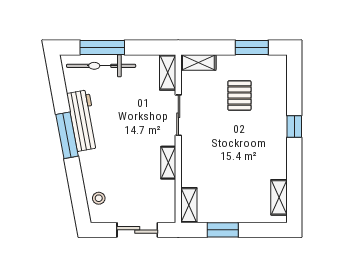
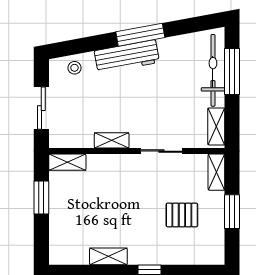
window: (252, 48) -> (232, 212), moved
shelving: (168, 72) -> (216, 126), moved, turned 90
workbench: (83, 121) -> (127, 57), moved
shelving: (279, 197) -> (108, 256), moved

